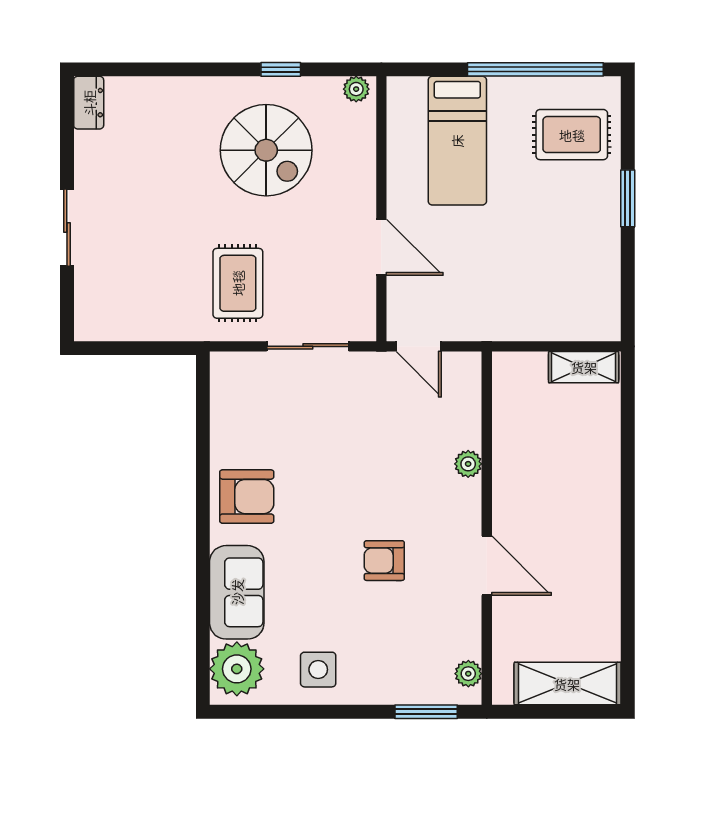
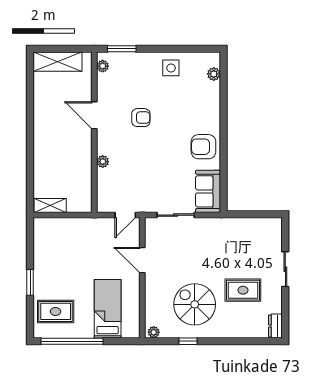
rug: (238, 283) -> (243, 290), moved, turned 90
door: (419, 346) -> (125, 215), swing flipped
sofa: (237, 592) -> (208, 191), moved
plant: (237, 669) -> (214, 74), width x0.53, depth x0.53

